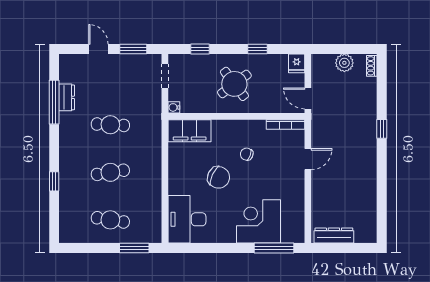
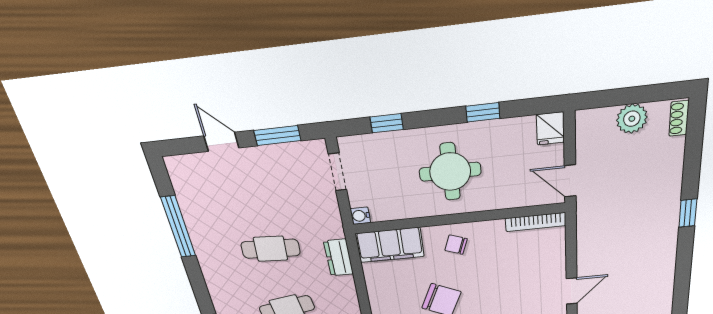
round table: (234, 84) -> (450, 172), turned 37
dresser: (67, 97) -> (339, 258), moved, turned 180
chair: (247, 154) -> (456, 245), moved
door: (308, 159) -> (572, 291), moved

